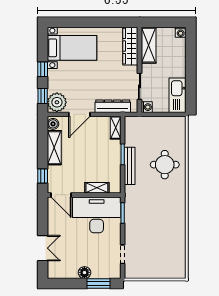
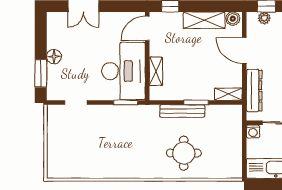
plant: (57, 102) -> (264, 18), width x0.53, depth x0.53

